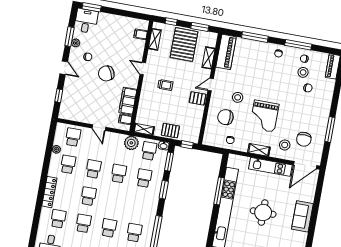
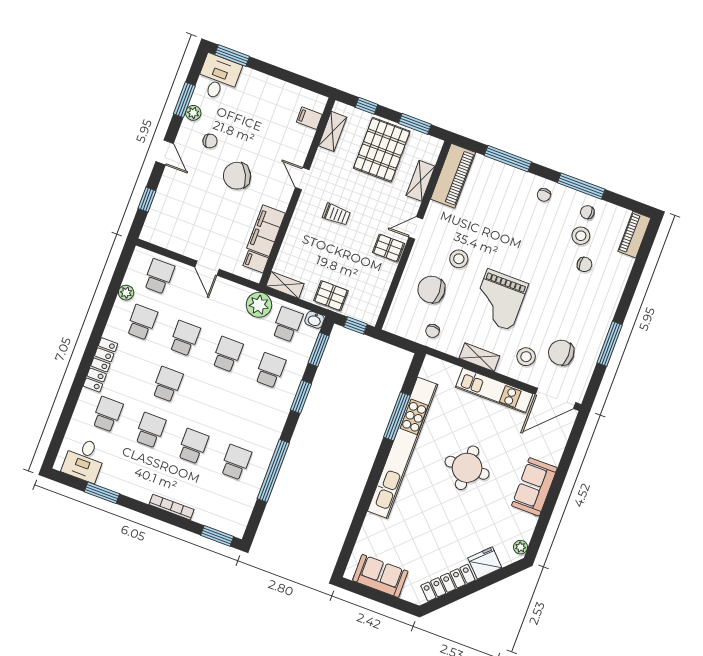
chair: (304, 139) -> (561, 353), turned 90

